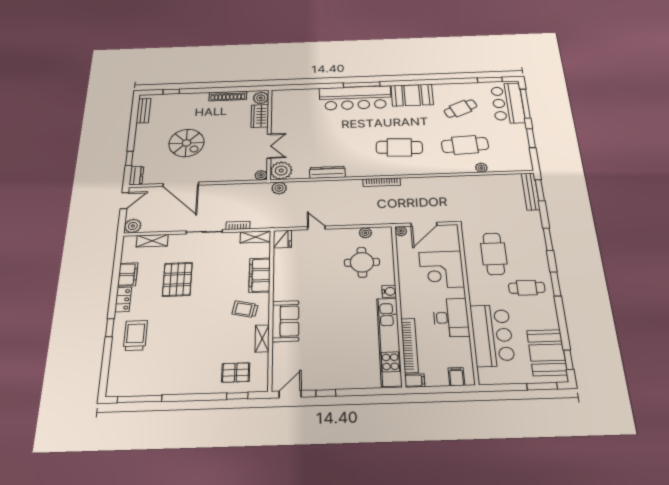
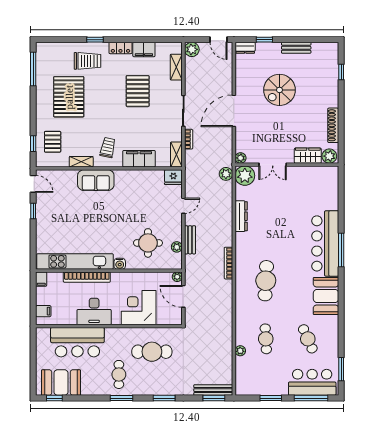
bench: (143, 111) -> (296, 48), moved
cafe table: (465, 145) -> (266, 339), width x0.73, depth x0.74
door: (181, 184) -> (234, 111), moved
bench: (356, 220) -> (190, 240), added
pallet: (177, 279) -> (138, 91), turned 90
bookcase: (410, 345) -> (87, 277), moved
pallet: (179, 355) -> (69, 97), added
window: (542, 386) -> (33, 375), removed

